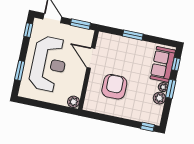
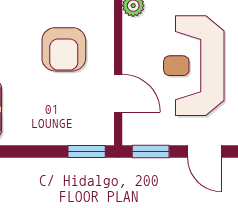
window: (133, 35) -> (87, 152), moved

